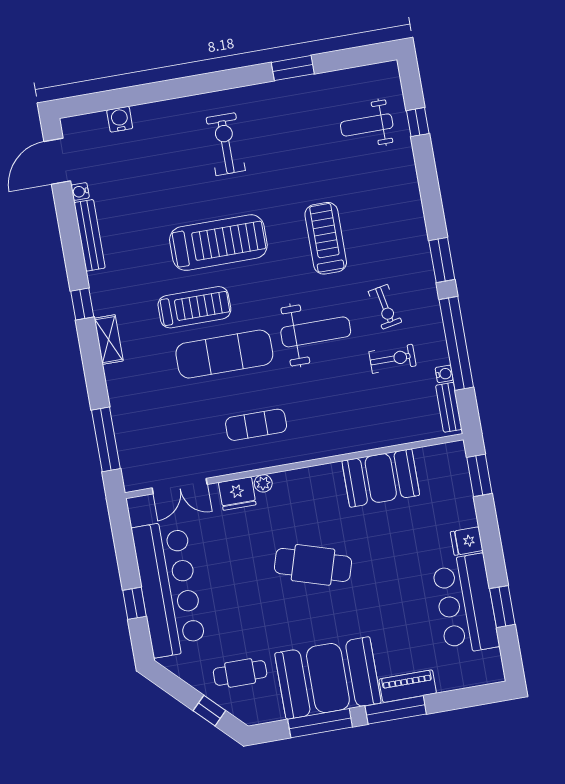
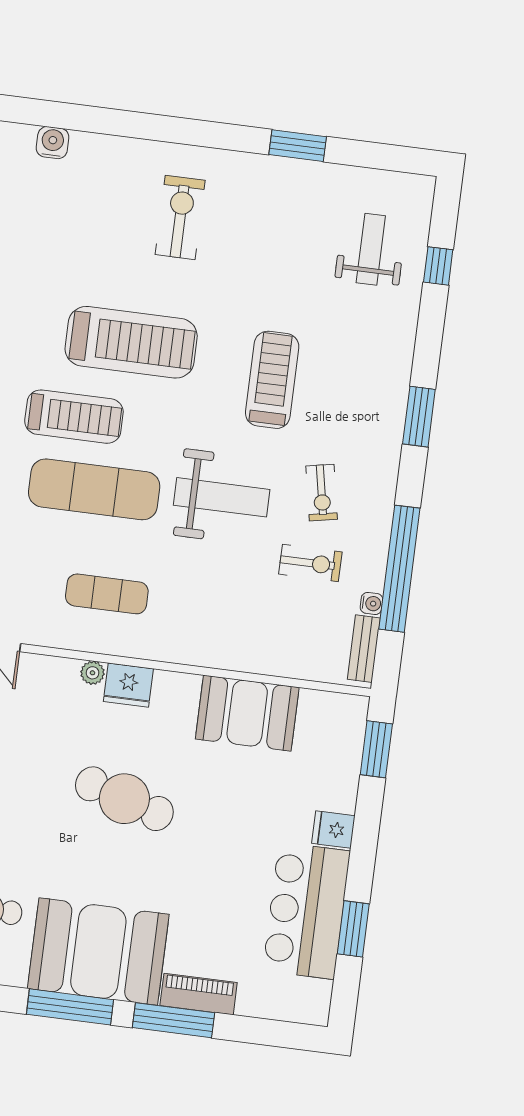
weight bench: (367, 125) -> (371, 249), turned 90
window: (442, 260) -> (419, 417), moved
fridge: (237, 494) -> (128, 685), moved

